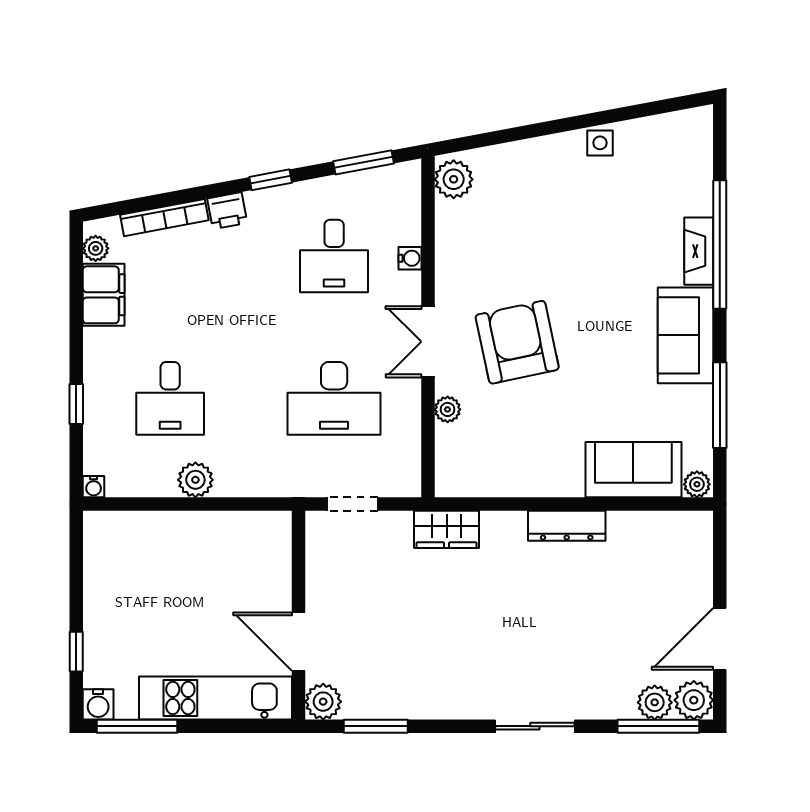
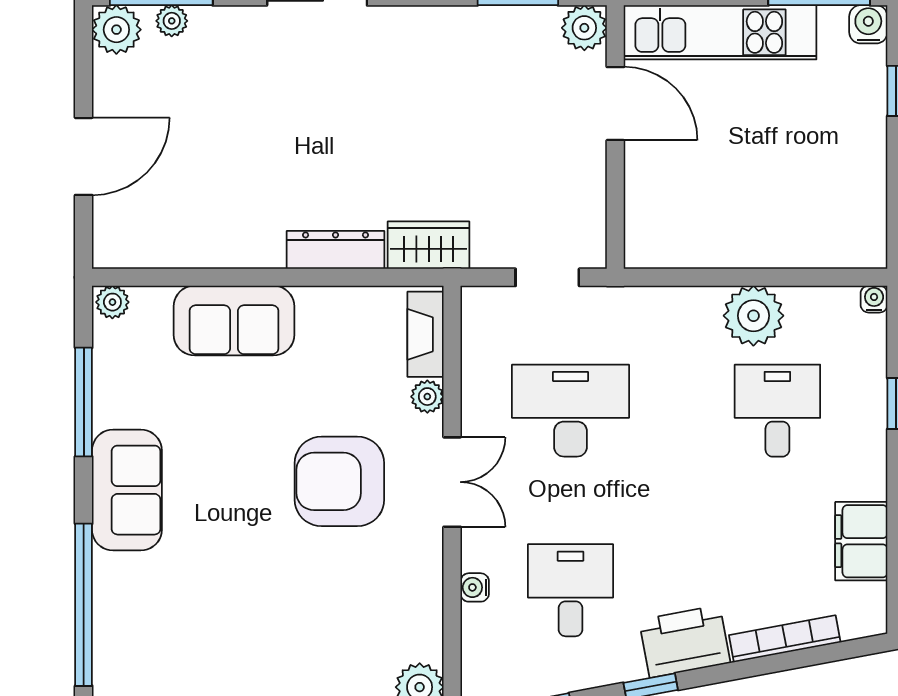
printer: (227, 211) -> (685, 641), width x1.87, depth x1.48
plant: (96, 248) -> (871, 600), removed
fireplace: (699, 251) -> (425, 334), moved, turned 180
armchair: (517, 342) -> (339, 481), turned 102
sofa: (633, 470) -> (234, 321), moved
plant: (195, 480) -> (753, 316), width x1.36, depth x1.36
dresser: (567, 526) -> (336, 250), moved
door: (720, 639) -> (84, 156), moved
plant: (655, 702) -> (172, 21), width x0.73, depth x0.73

